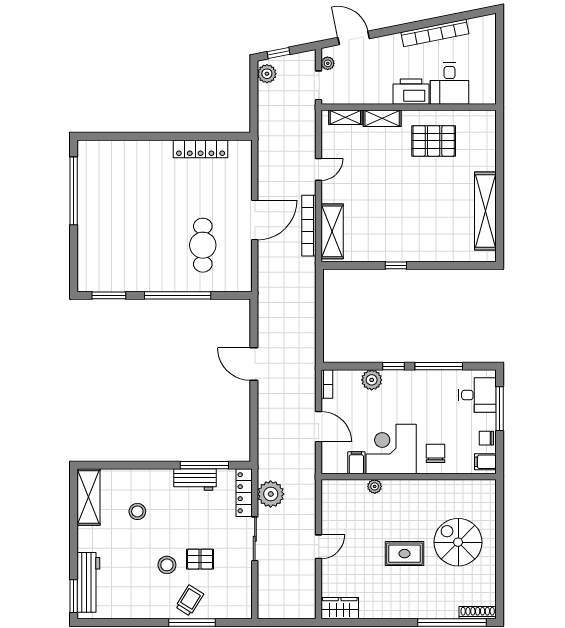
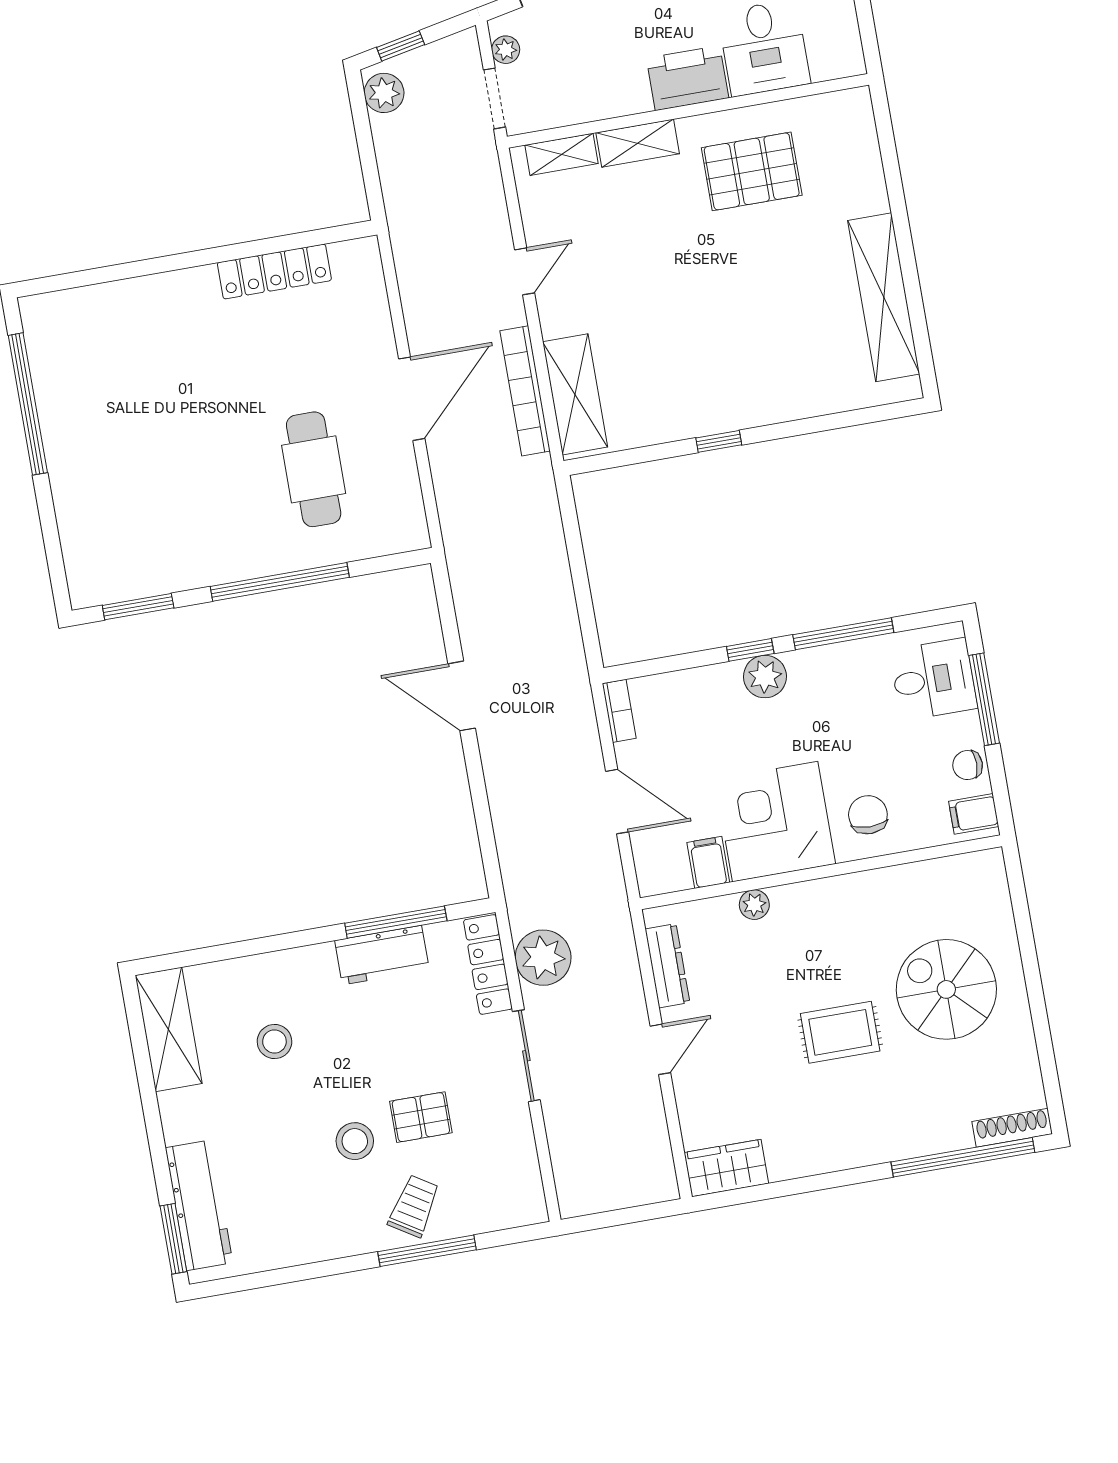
plant: (372, 380) -> (765, 677), moved
dresser: (329, 508) -> (667, 966), added

